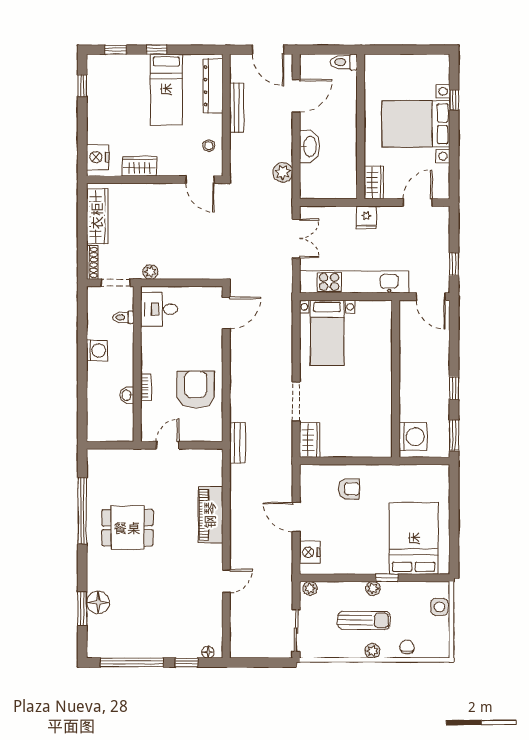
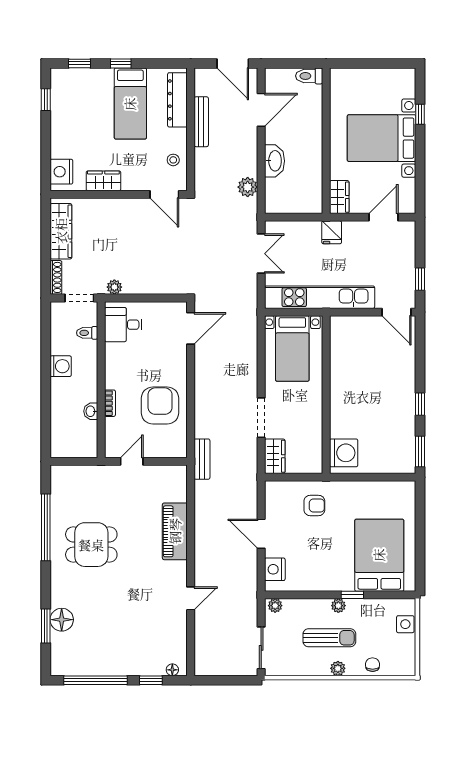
wall: (396, 379) -> (326, 395), moved
washing machine: (413, 437) -> (344, 453), moved

